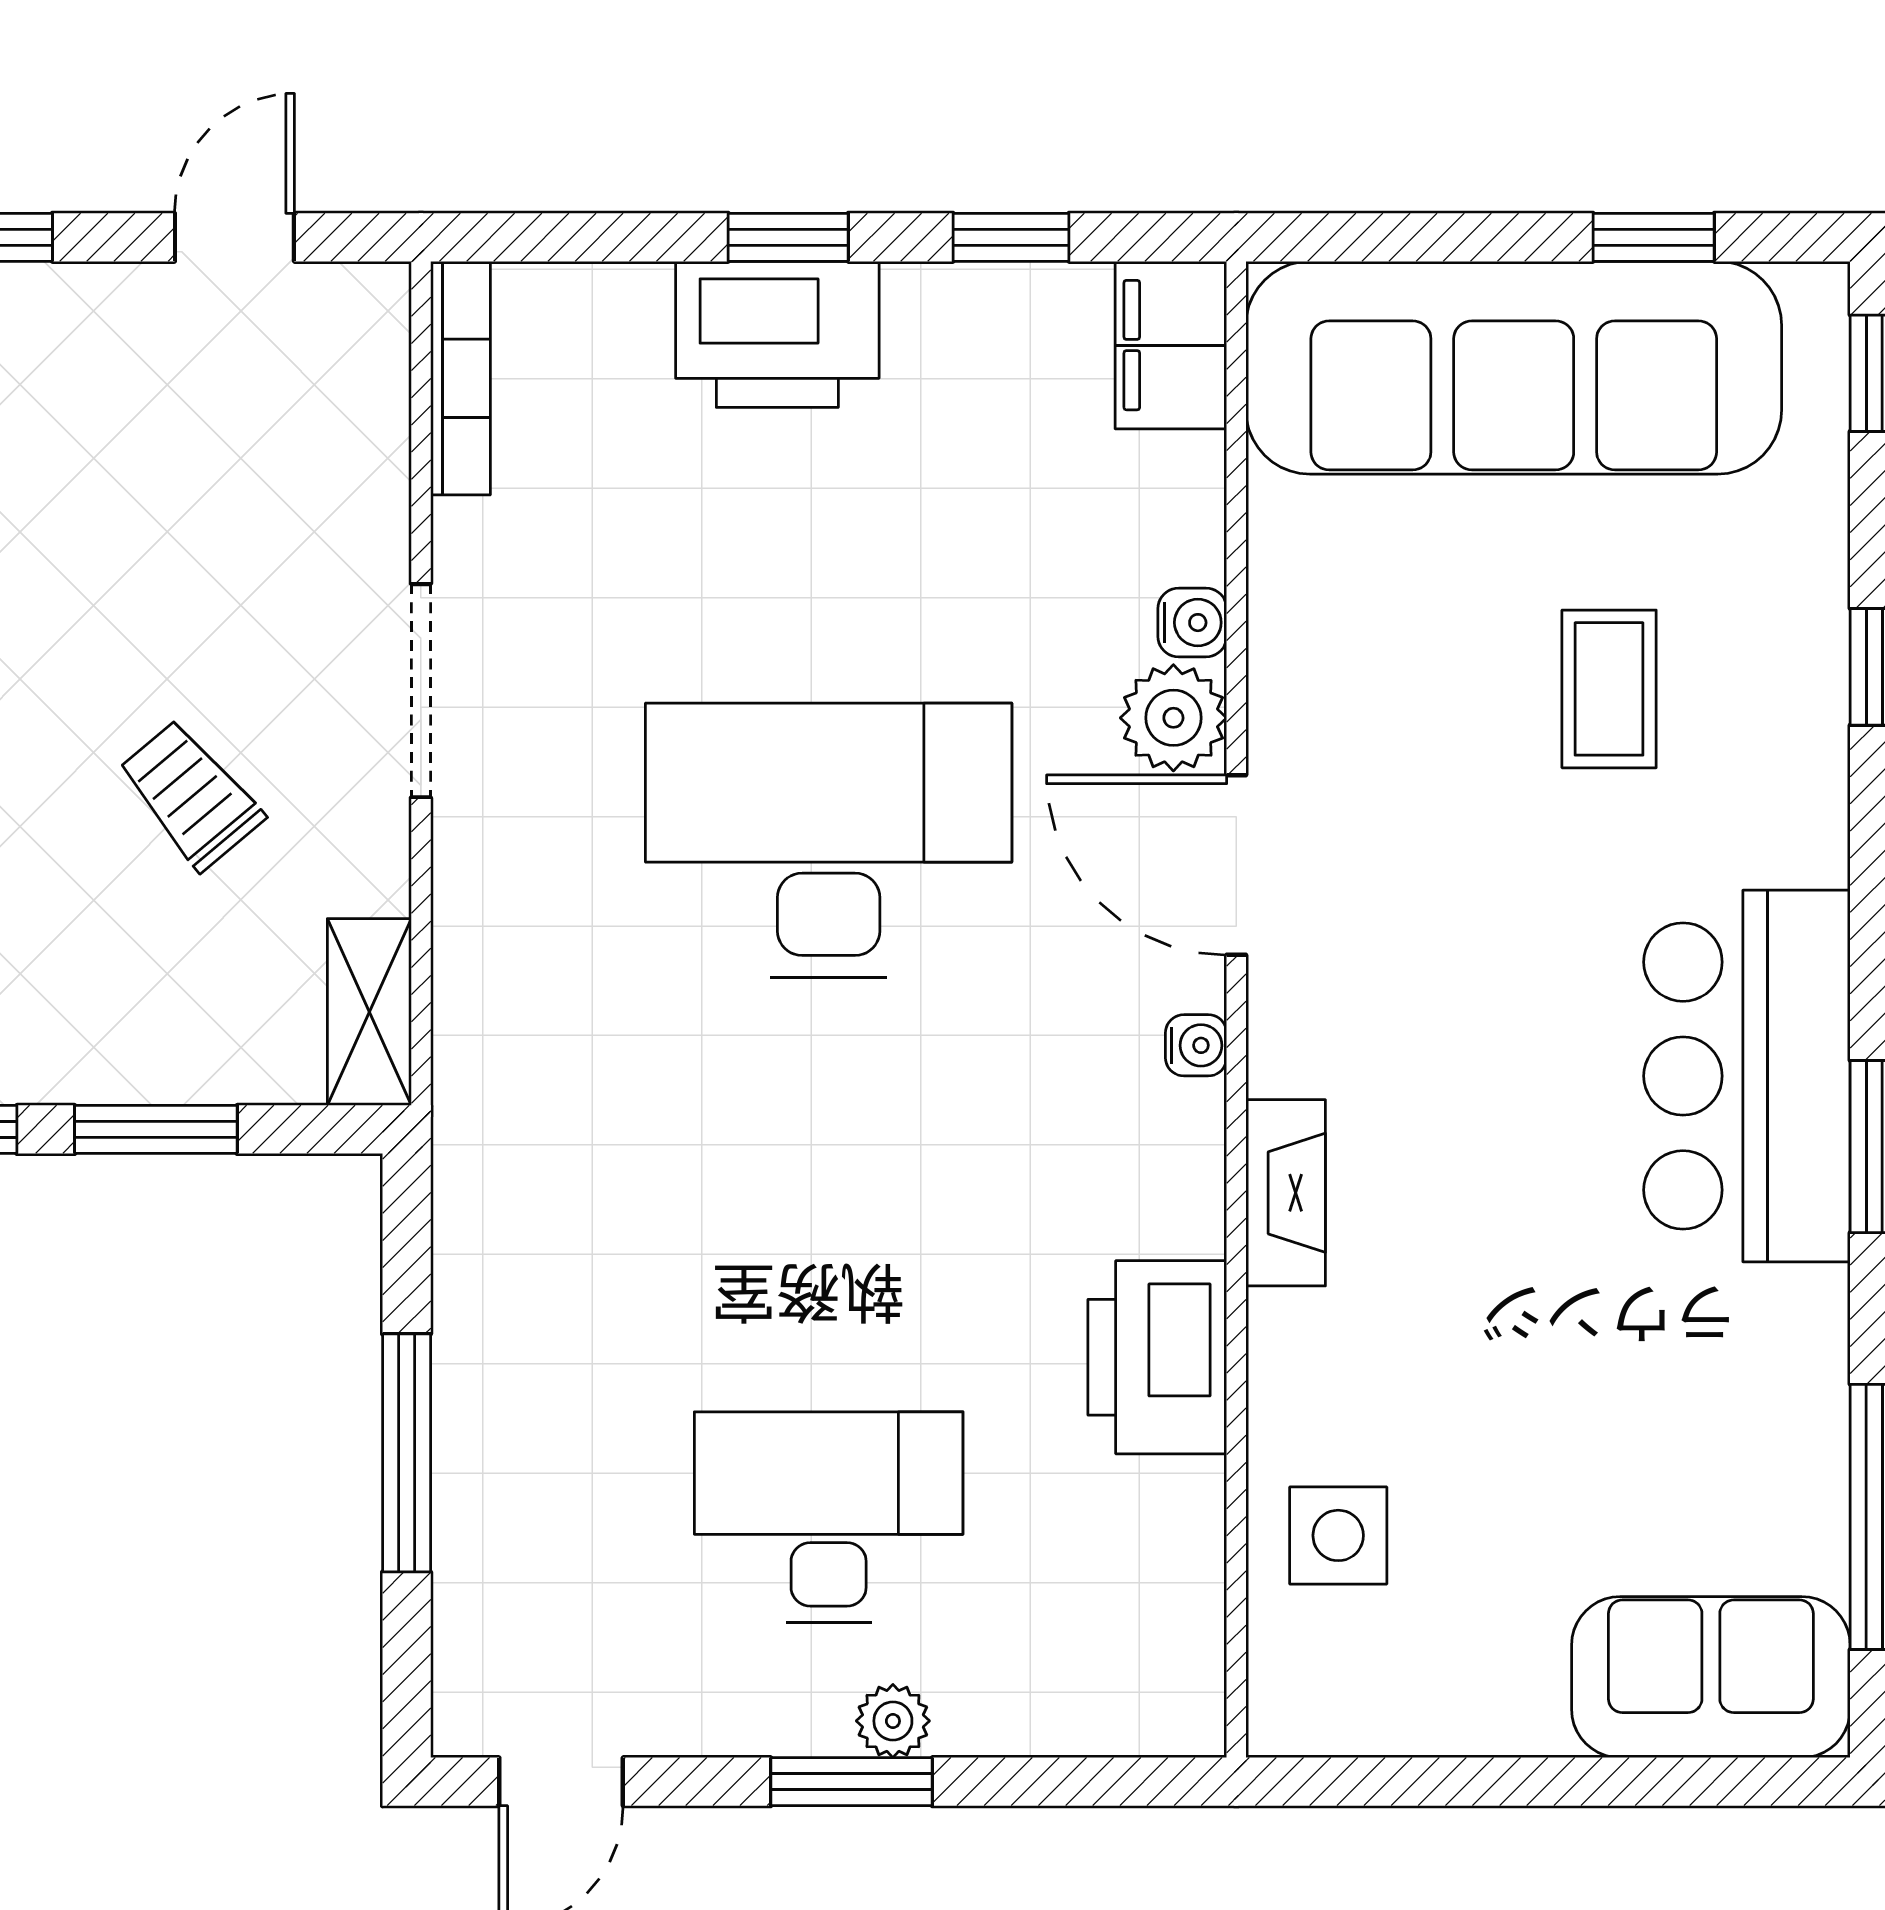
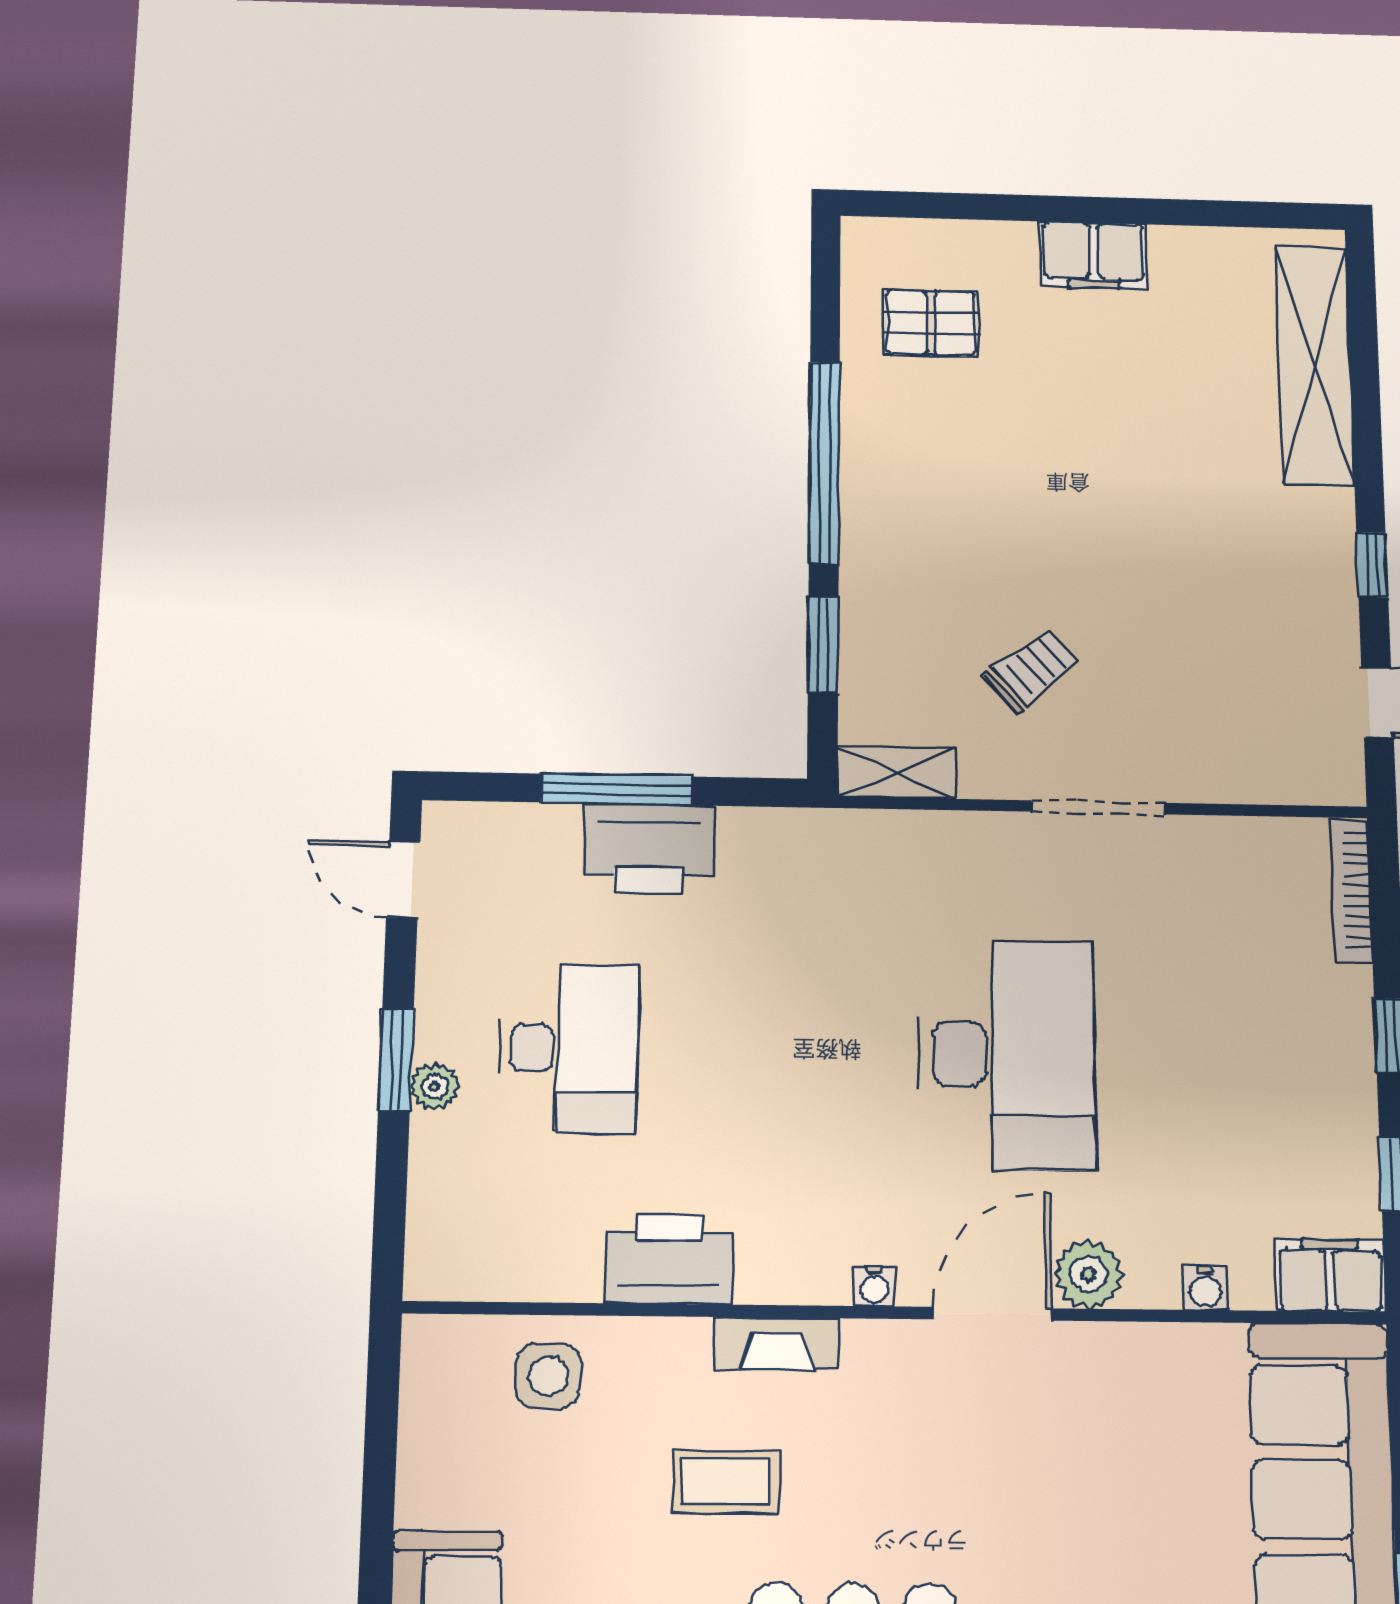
printer: (777, 334) -> (648, 849), moved, turned -90
bookcase: (460, 378) -> (1351, 890), moved, turned 90
water cooler: (1192, 623) -> (1205, 1288), moved
coffee table: (1609, 689) -> (726, 1482), moved

